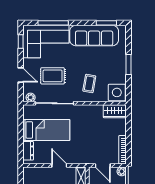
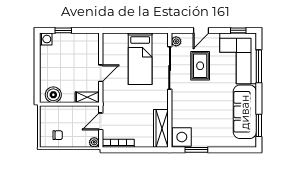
window: (128, 65) -> (196, 150), moved
coffee table: (89, 84) -> (192, 106), removed
wardrobe: (115, 111) -> (161, 128), width x1.50
dresser: (28, 151) -> (117, 39), removed

